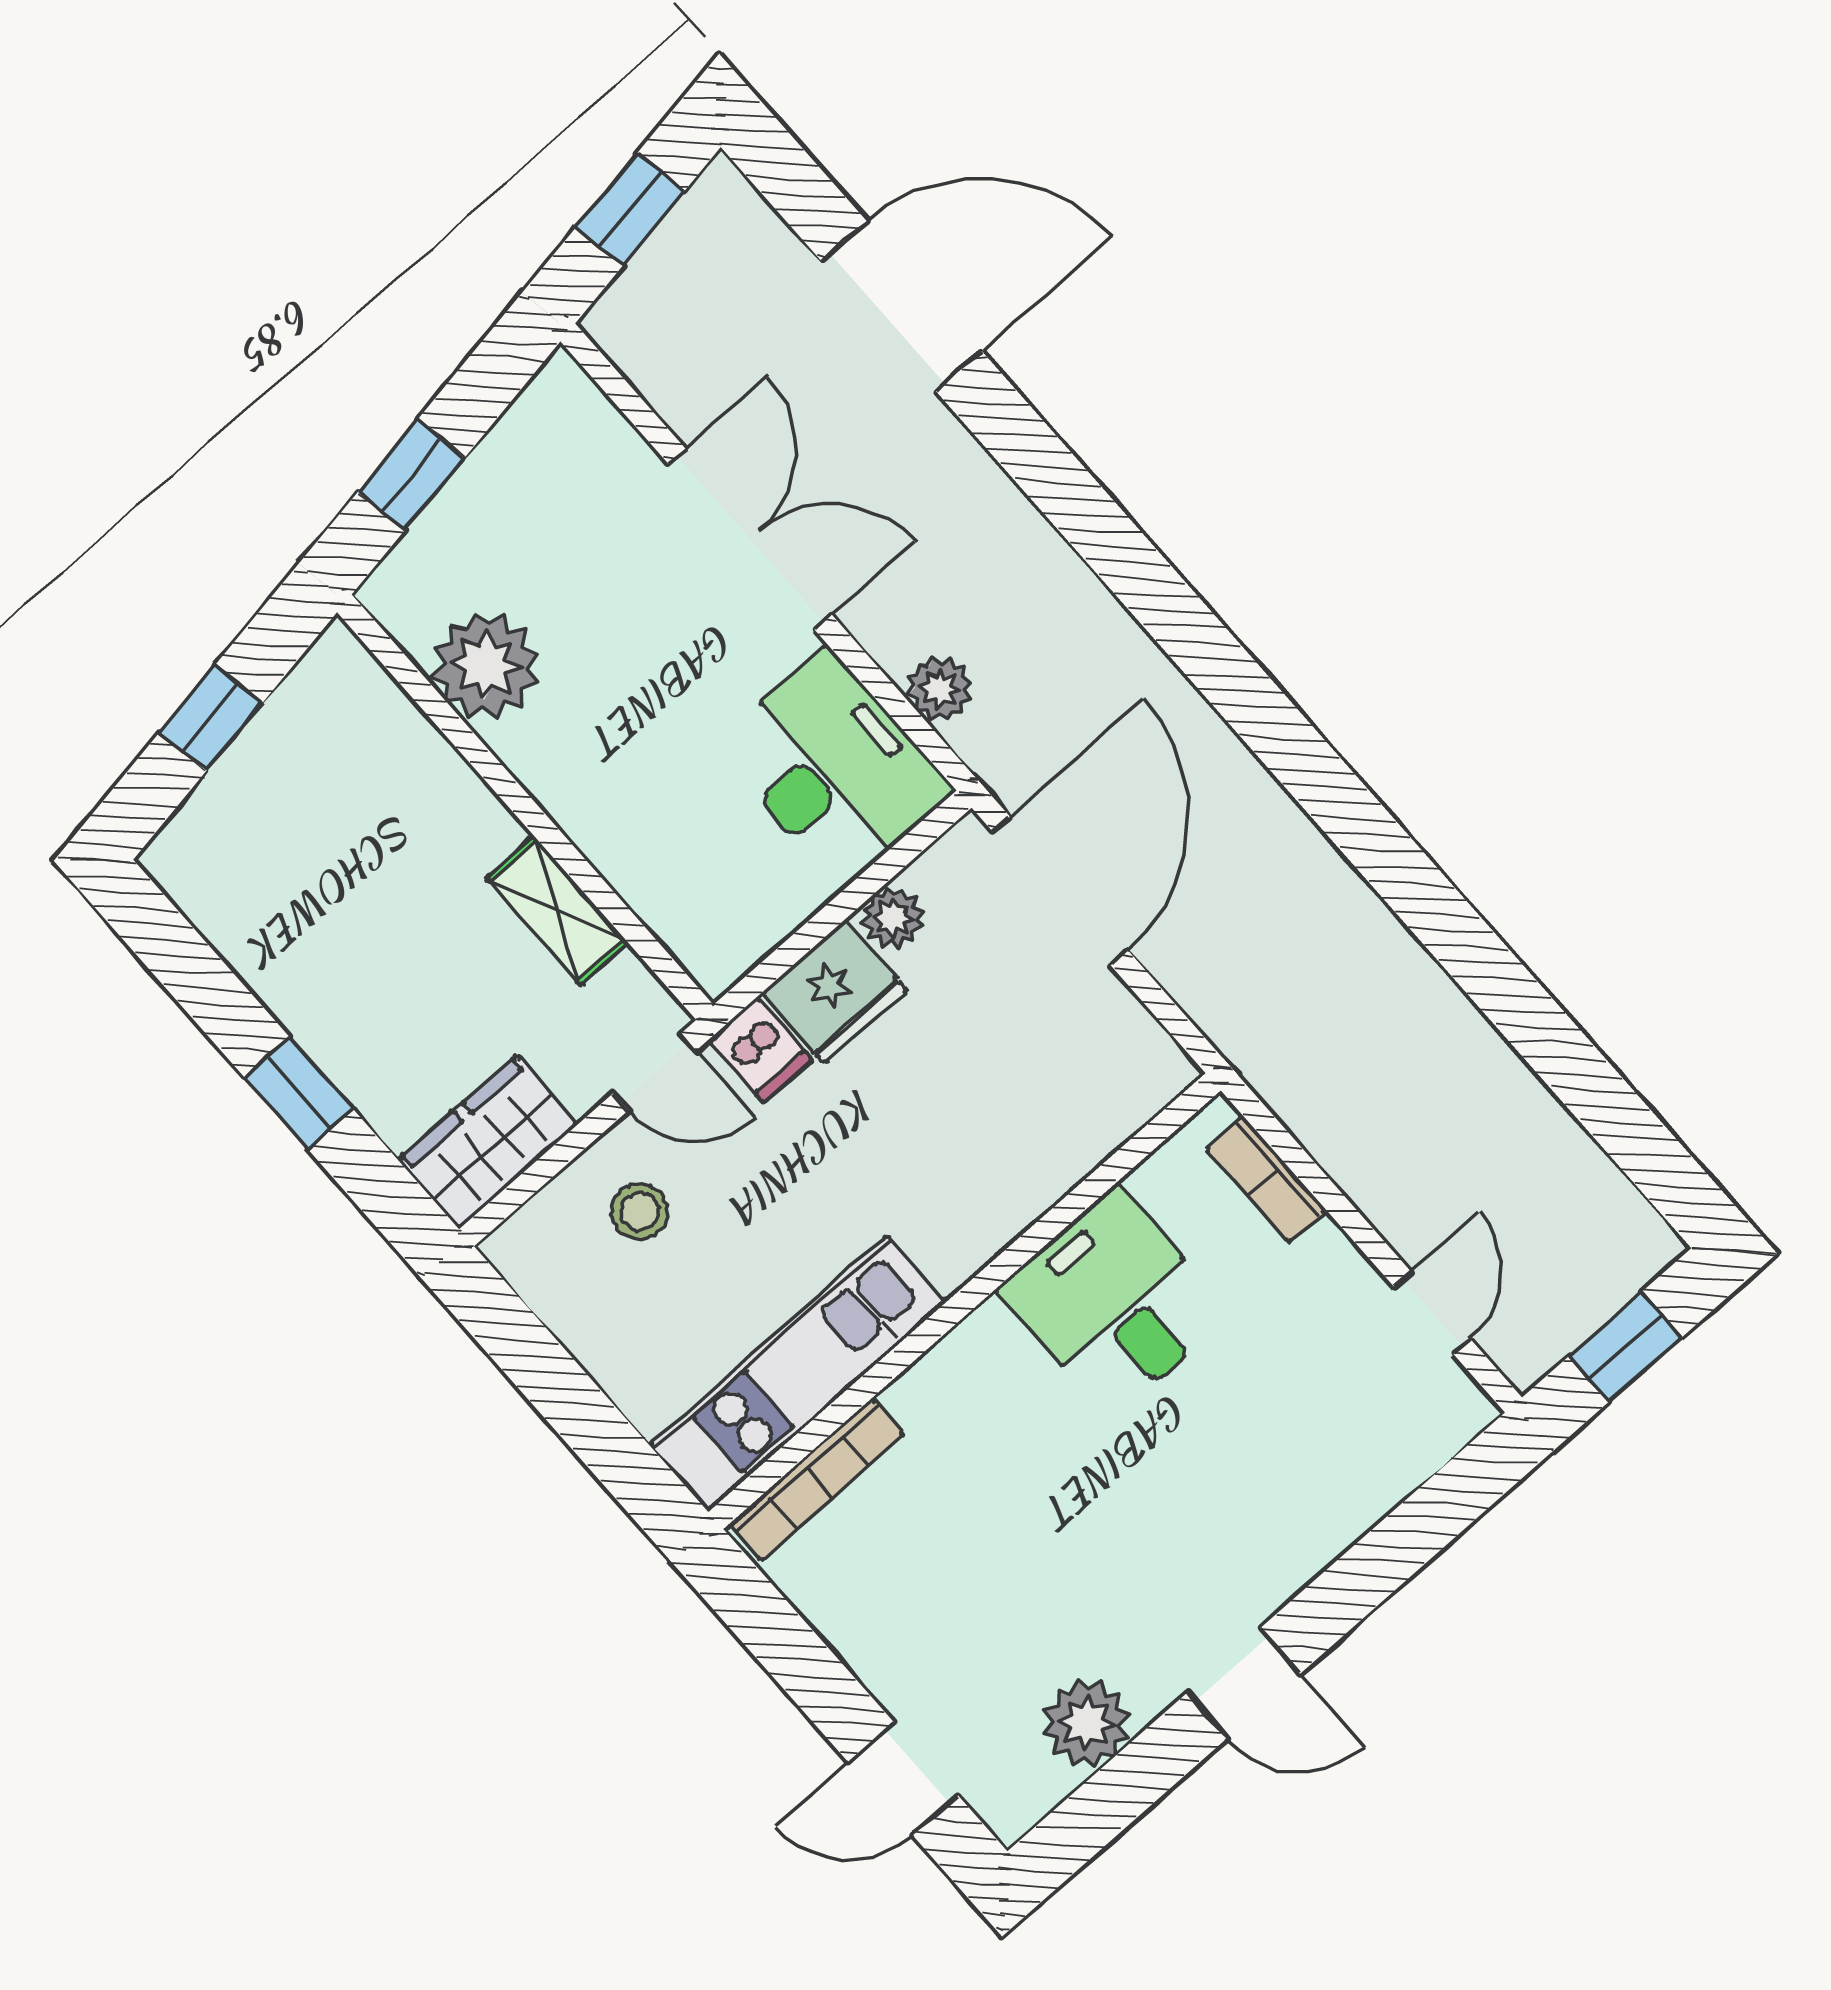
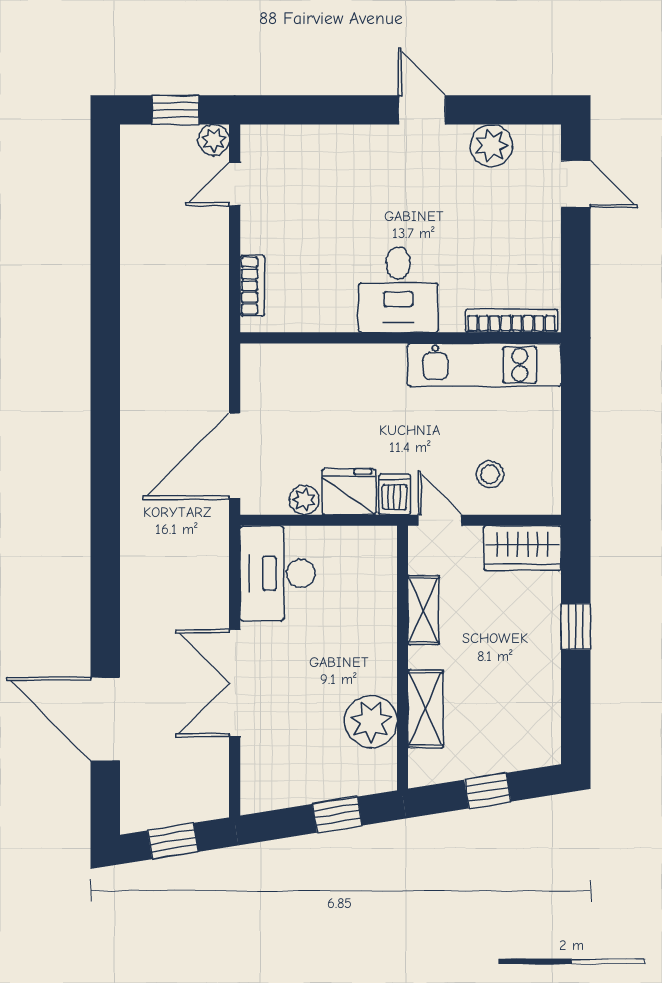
plant: (940, 689) -> (214, 140), moved
shelving: (419, 760) -> (425, 709), added
desk: (1114, 1302) -> (398, 290), moved

